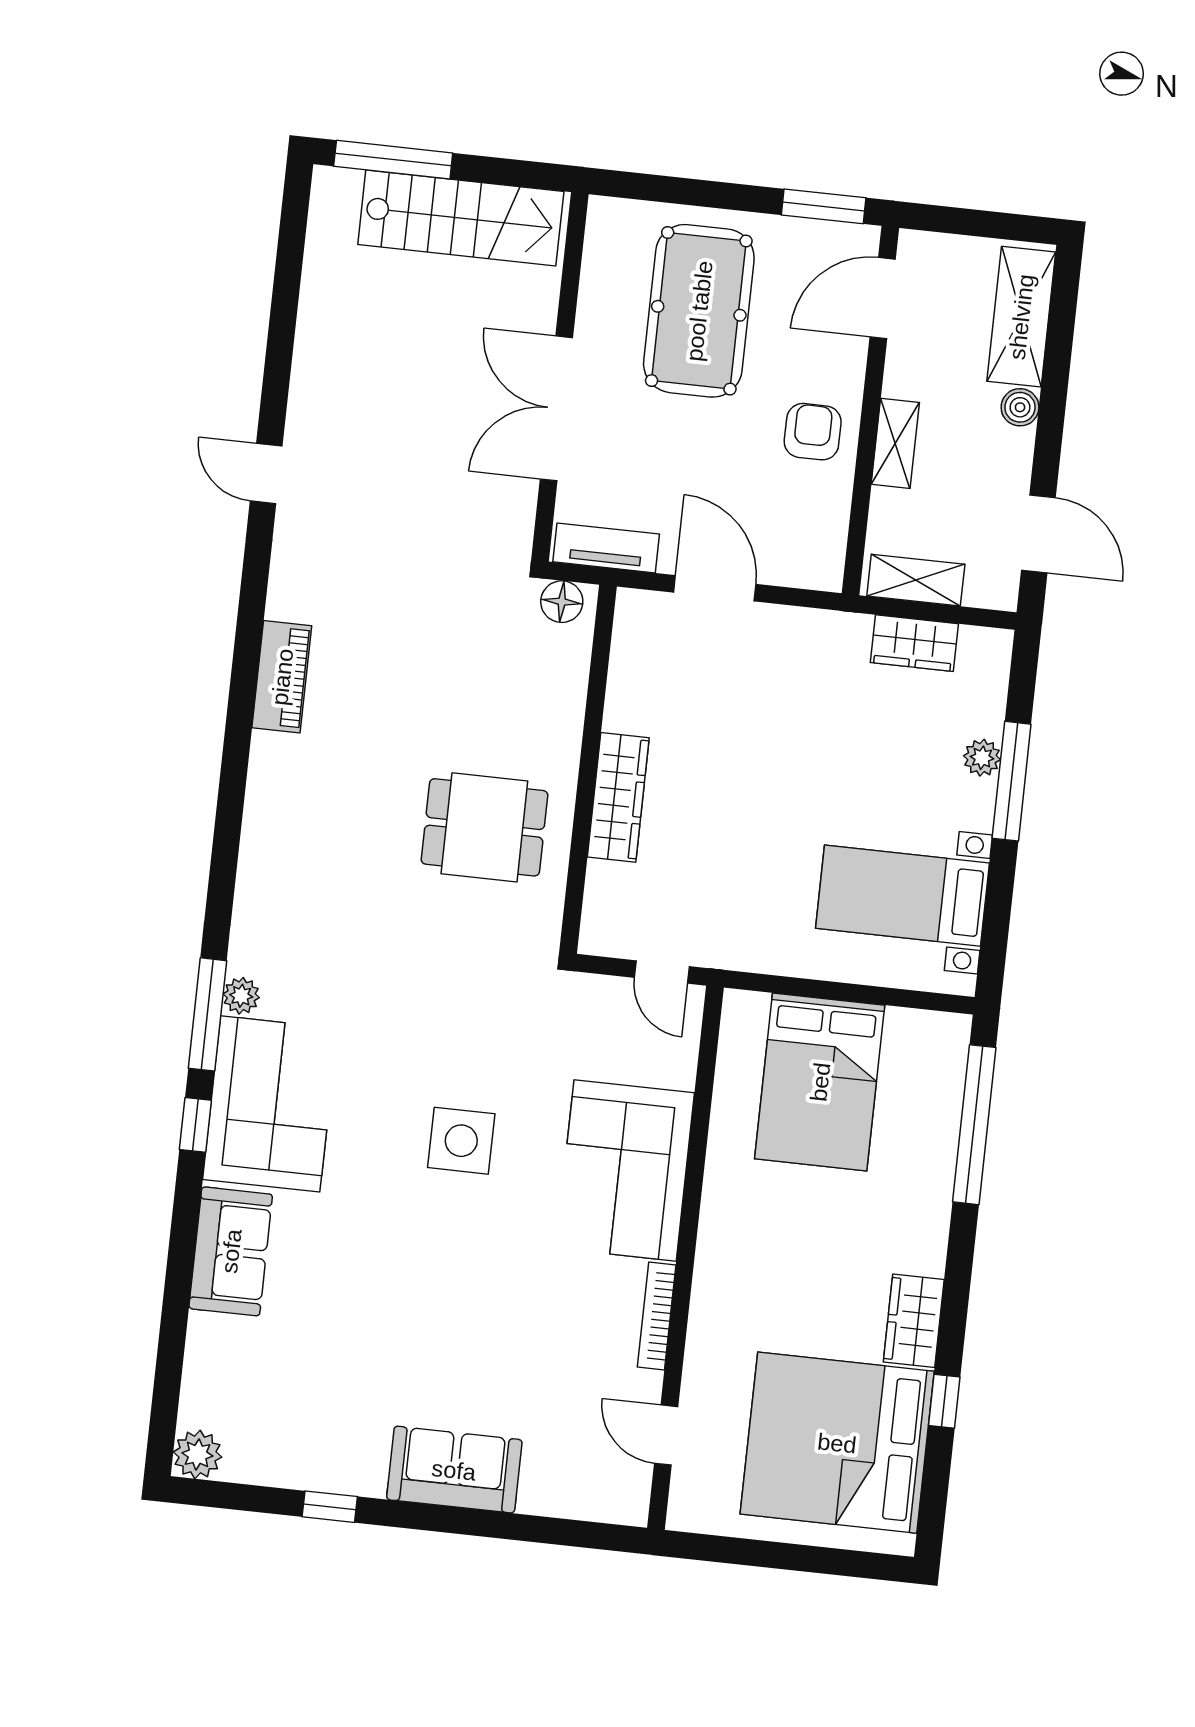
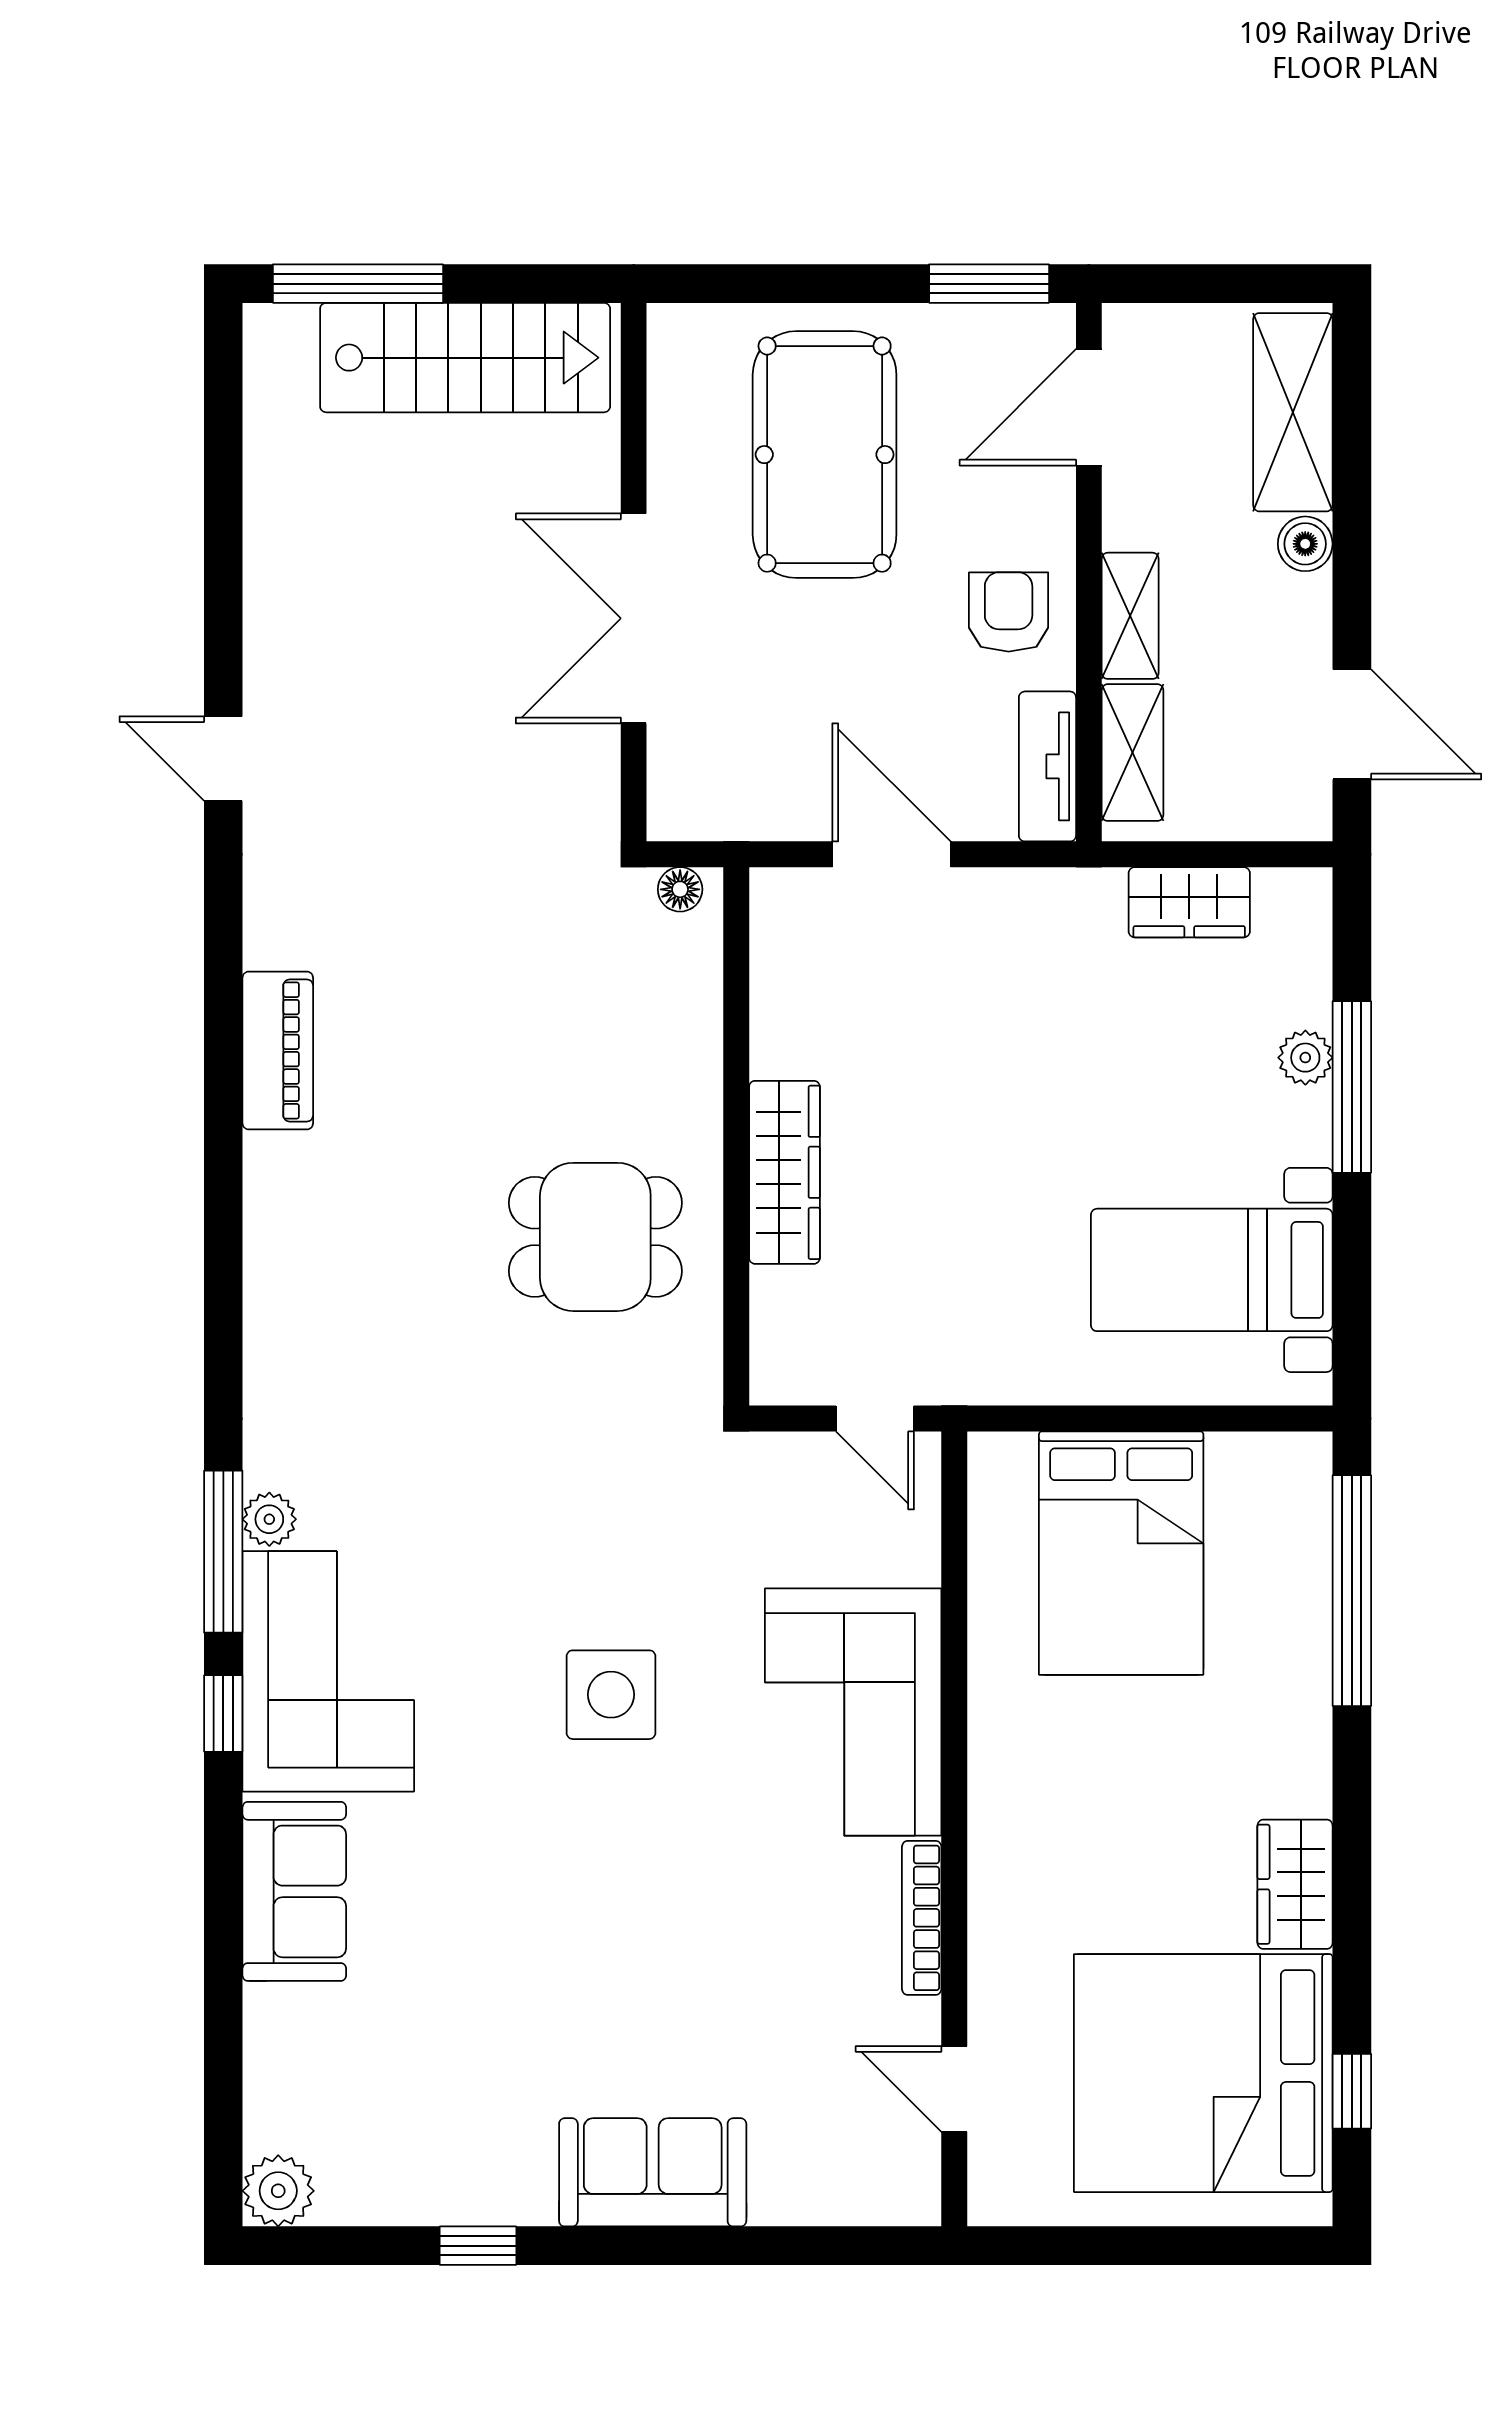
tv unit: (606, 548) -> (1047, 766), moved, turned -90
shelving: (916, 580) -> (1133, 753), moved, turned 90
floor lamp: (562, 602) -> (680, 889), width x0.73, depth x0.73
window: (944, 1401) -> (1352, 2091), moved

